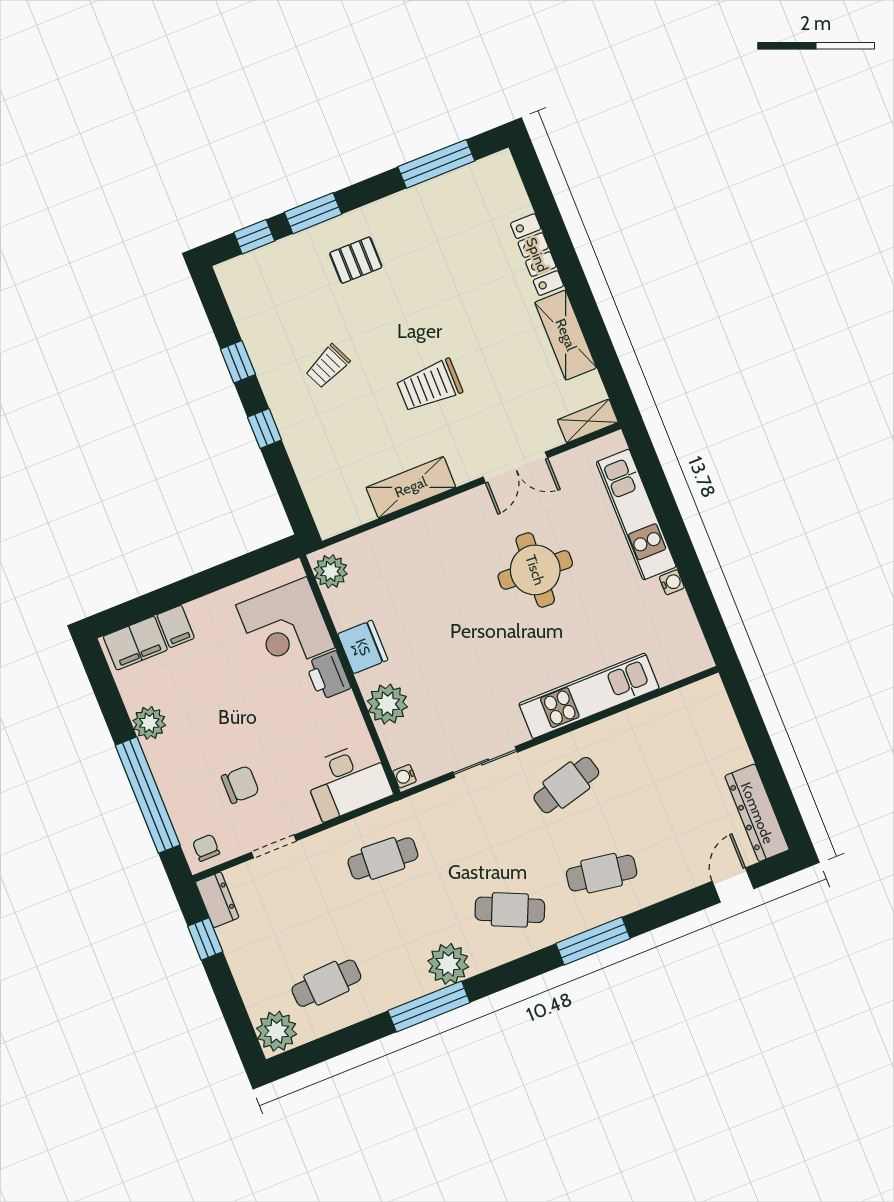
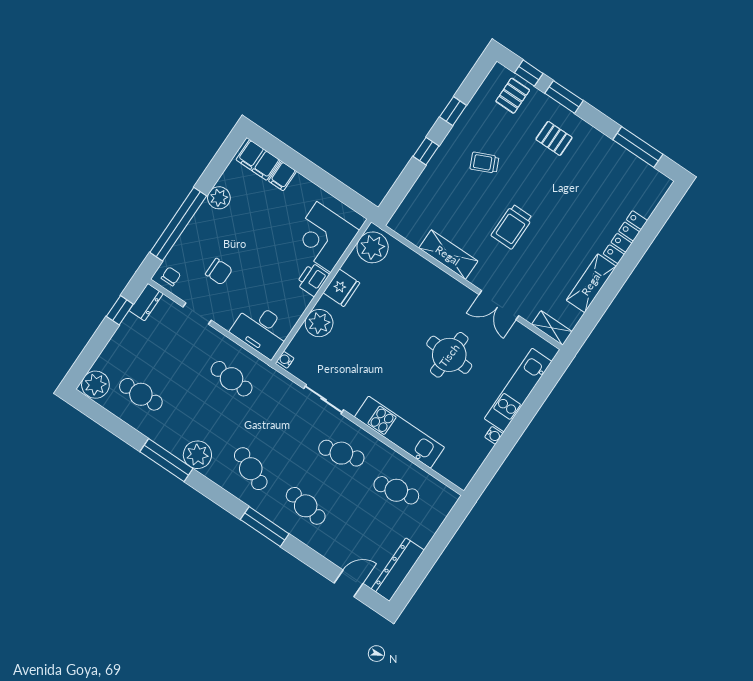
pallet: (269, 275) -> (513, 96), added
trolley: (429, 386) -> (512, 227), turned -90
plant: (331, 571) -> (373, 247), width x1.36, depth x1.36
cafe table: (658, 748) -> (396, 490), added

